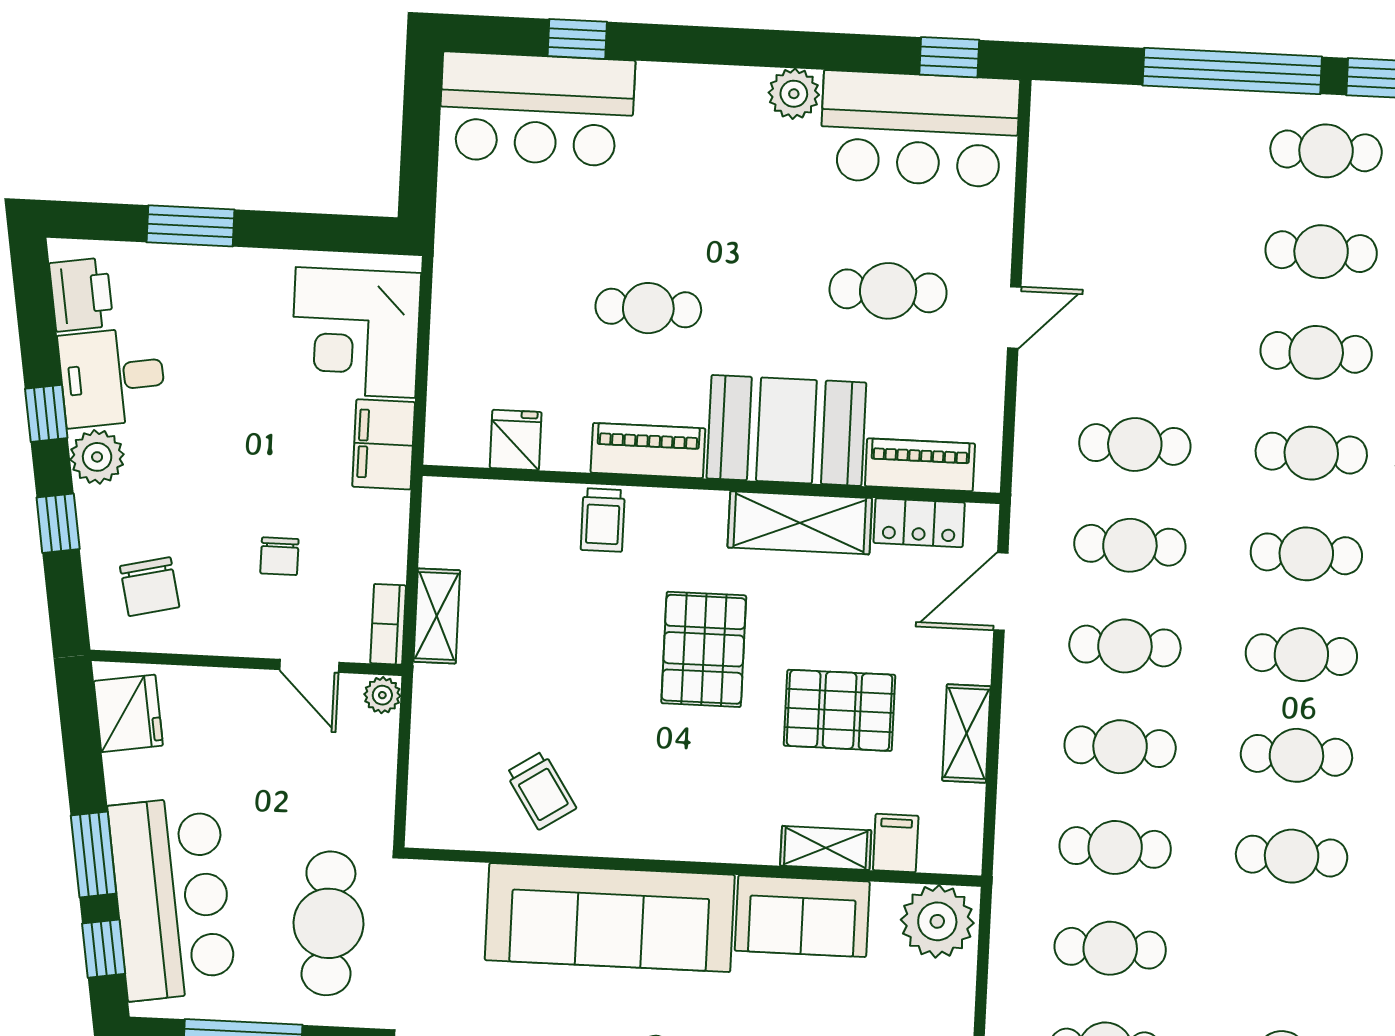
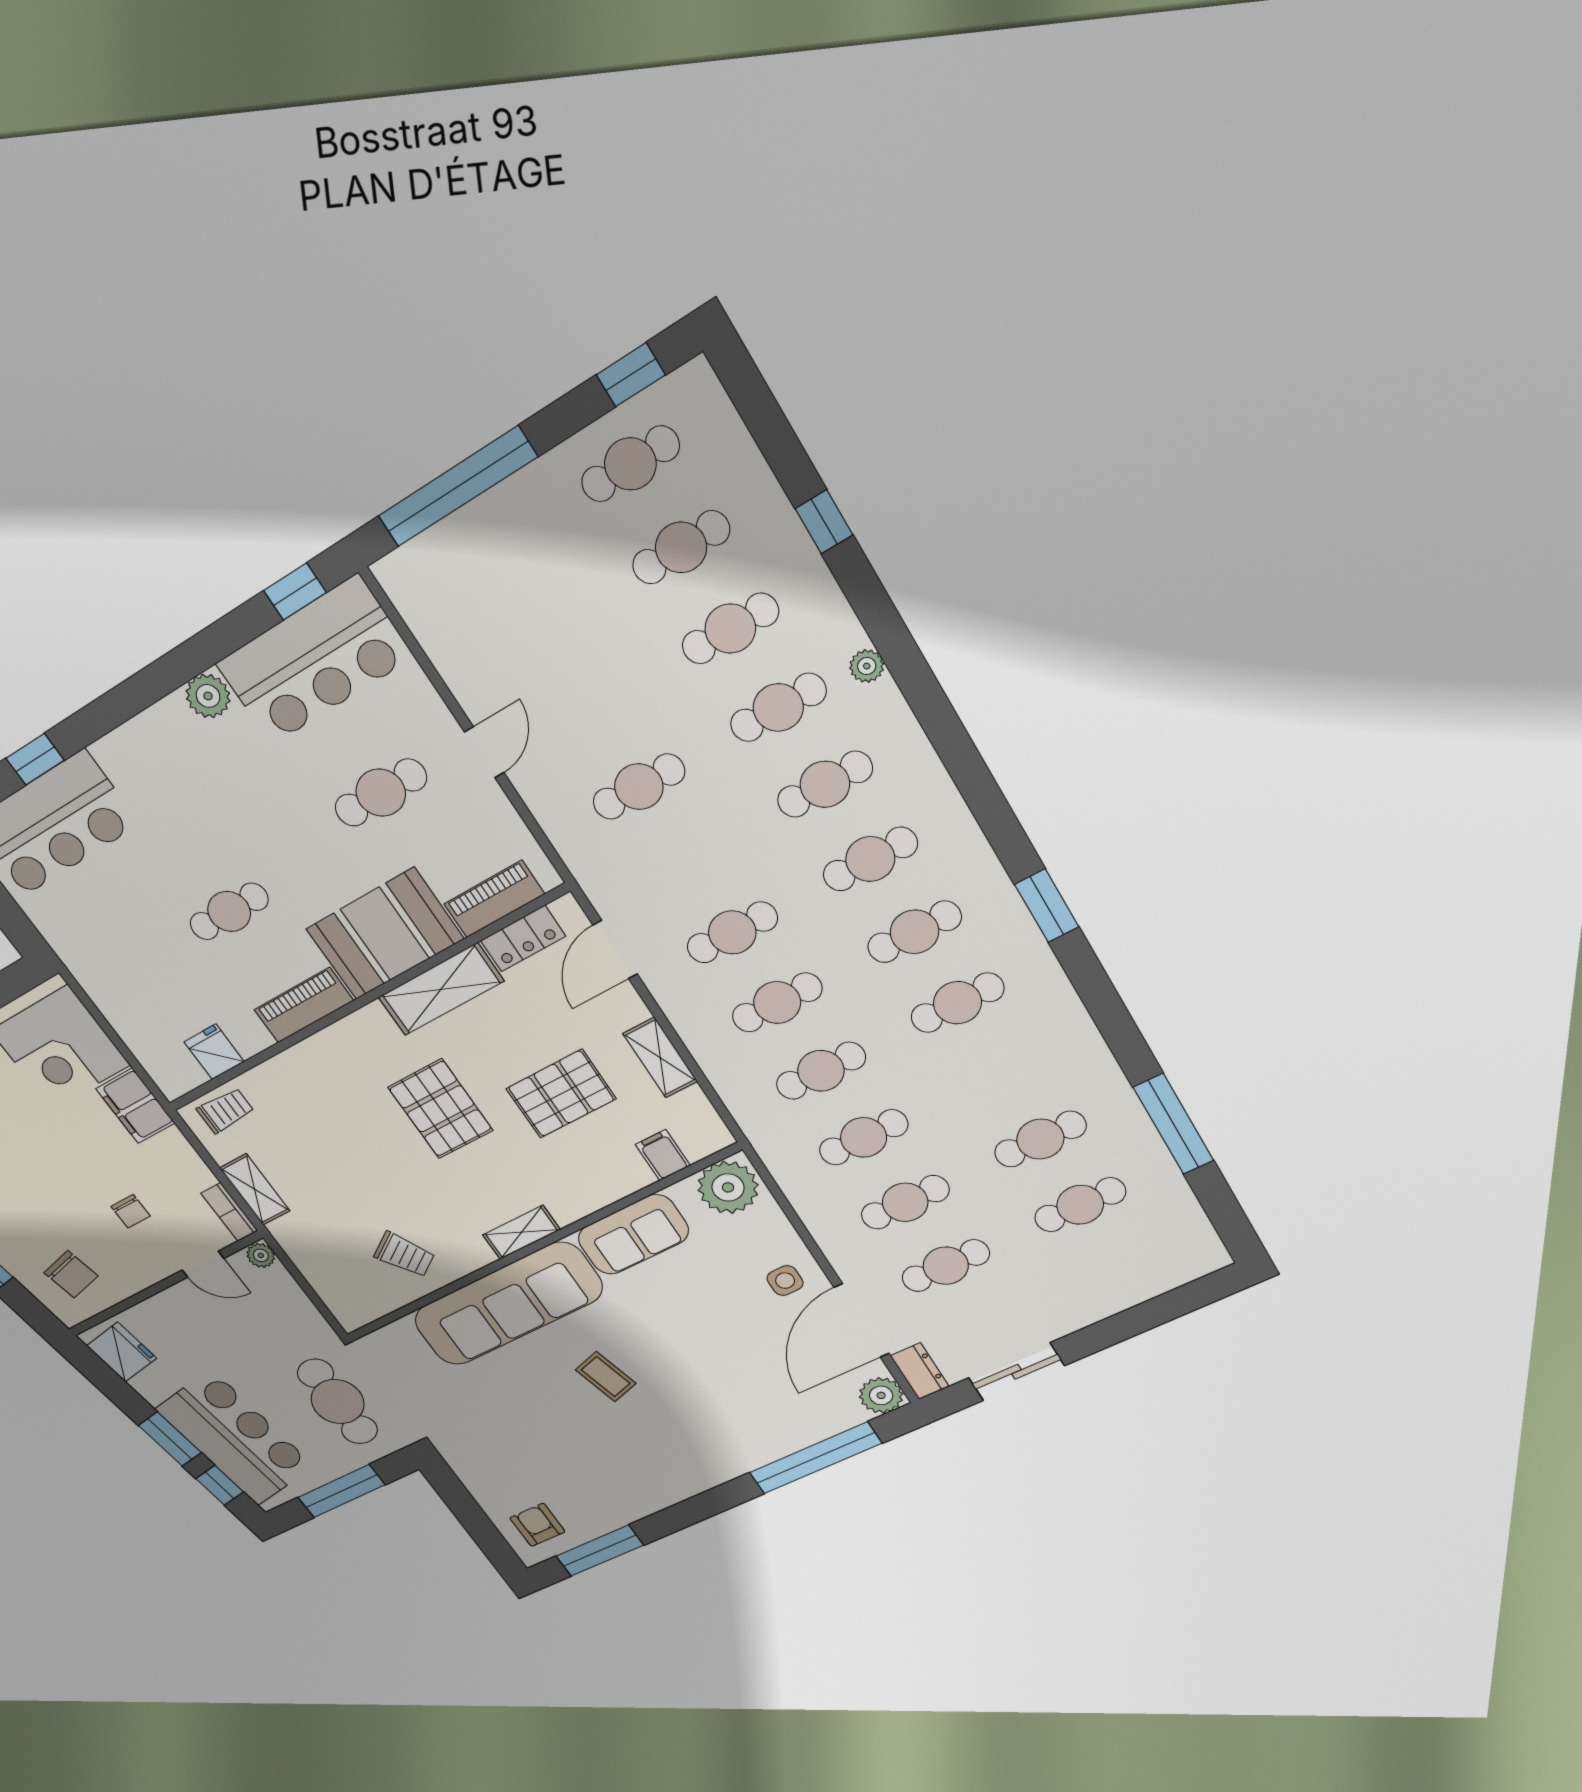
window: (1232, 71) -> (457, 487), moved
trolley: (603, 520) -> (225, 1111), moved, turned -90
cafe table: (1130, 545) -> (686, 861), removed
shelving: (826, 848) -> (521, 1232), moved

